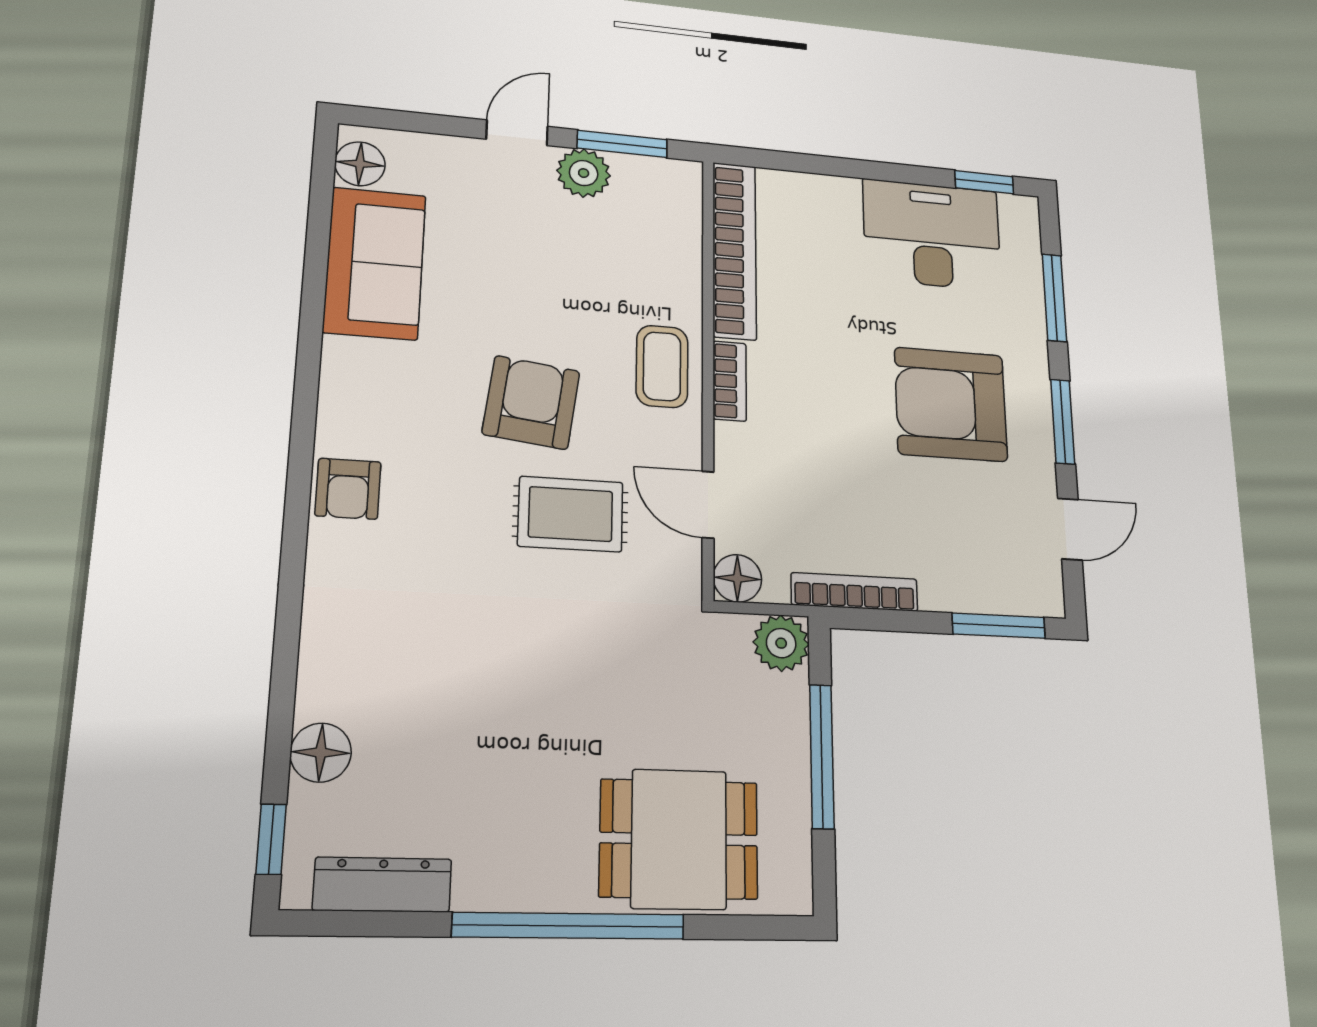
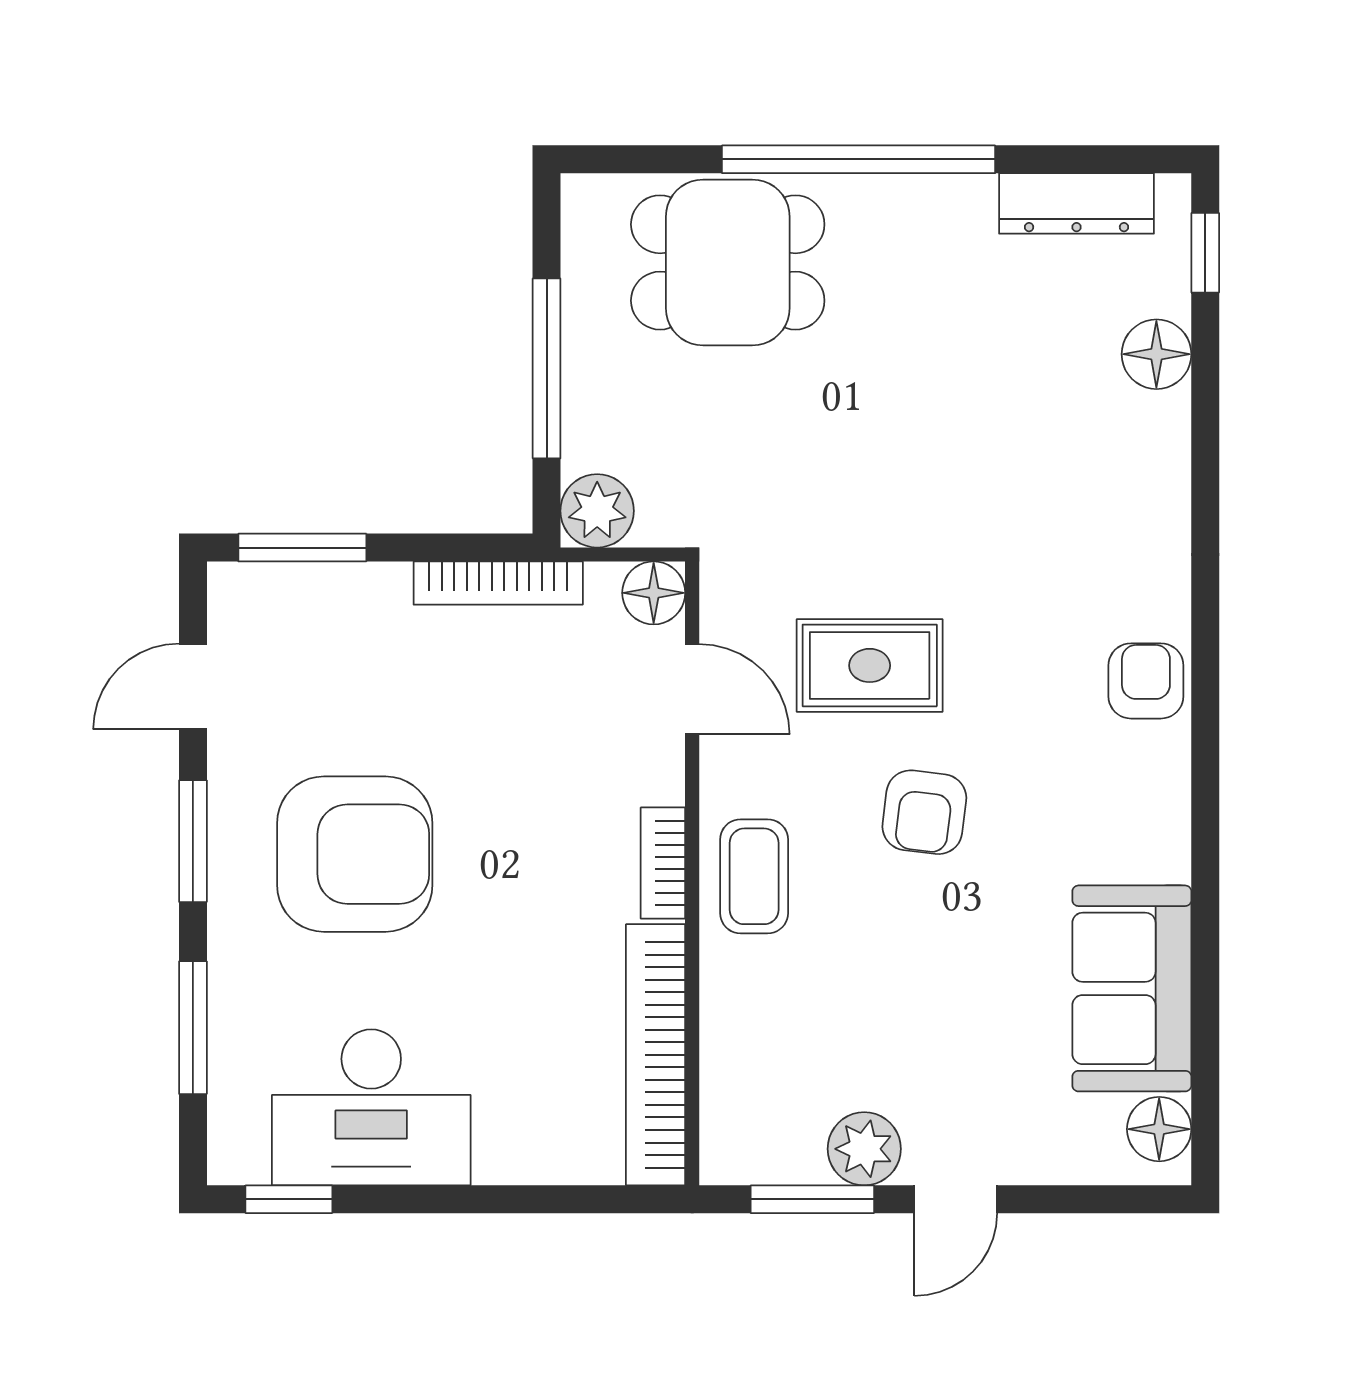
armchair: (531, 402) -> (924, 812), width x0.72, depth x0.72

